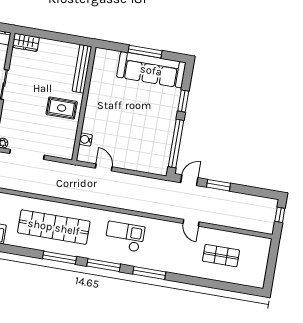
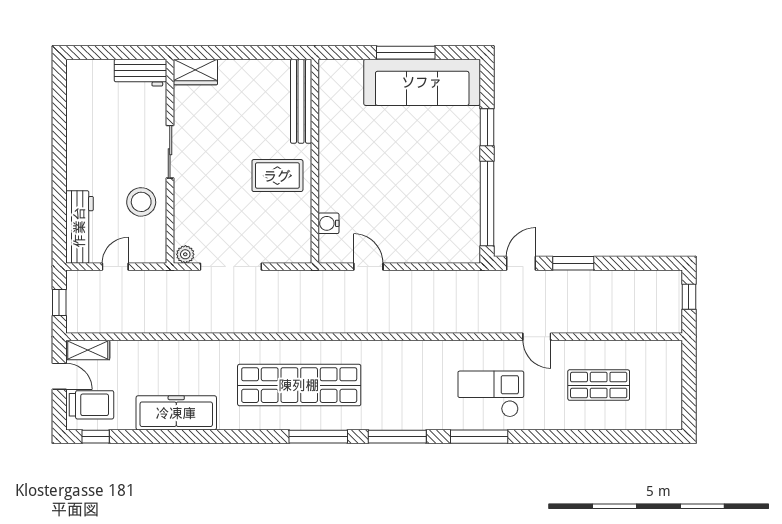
checkout: (125, 237) -> (491, 394), moved

